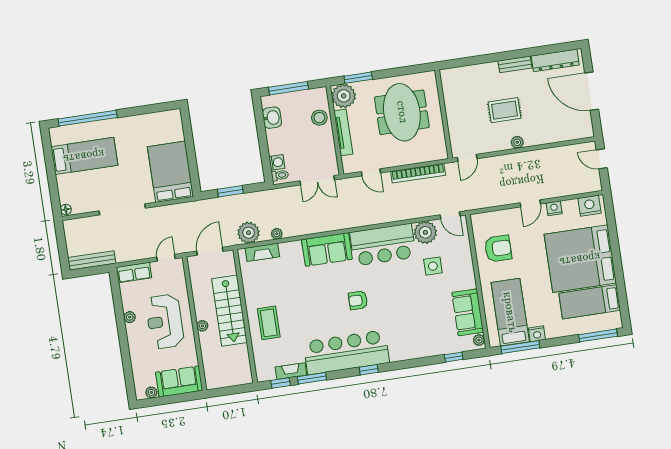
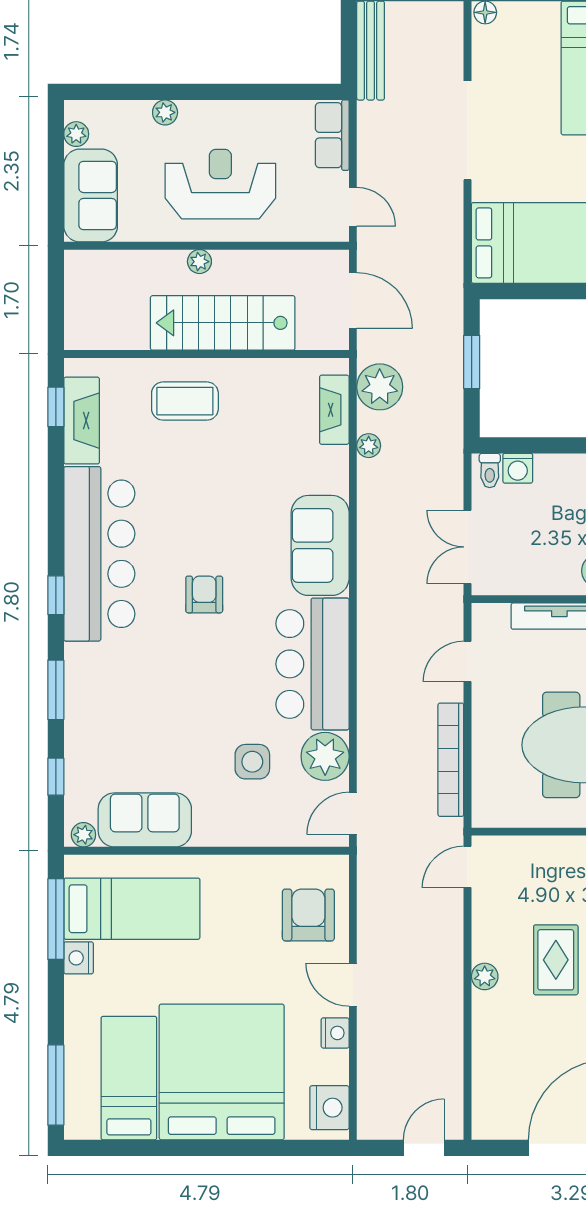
door: (467, 158) -> (468, 867), hinge flipped
armchair: (498, 249) -> (308, 915), moved, turned 180
plant: (130, 317) -> (165, 112), moved
fireplace: (291, 371) -> (82, 421), width x1.37, depth x1.32
window: (312, 378) -> (56, 690), moved

